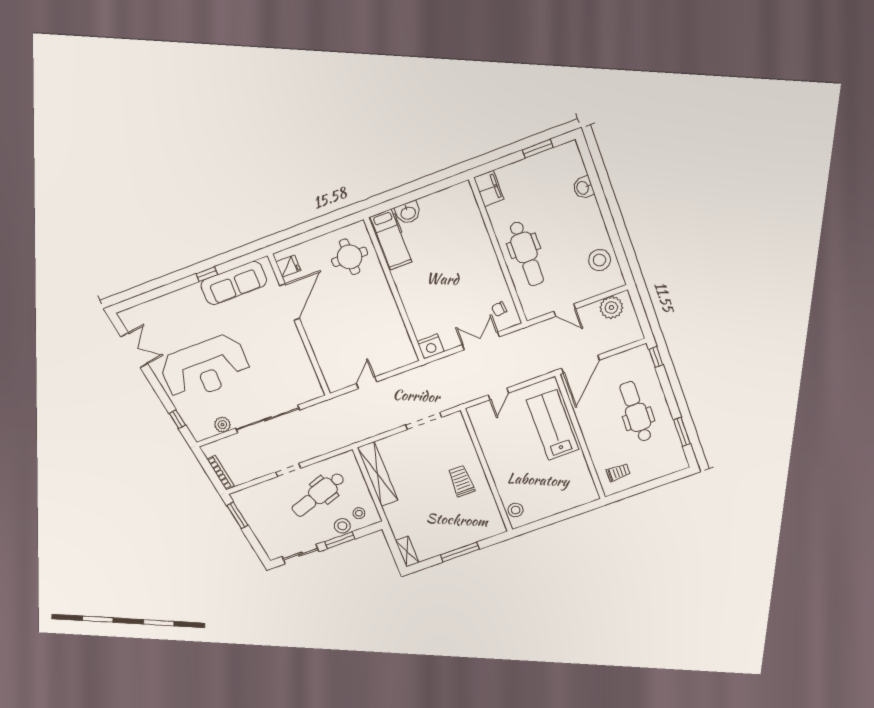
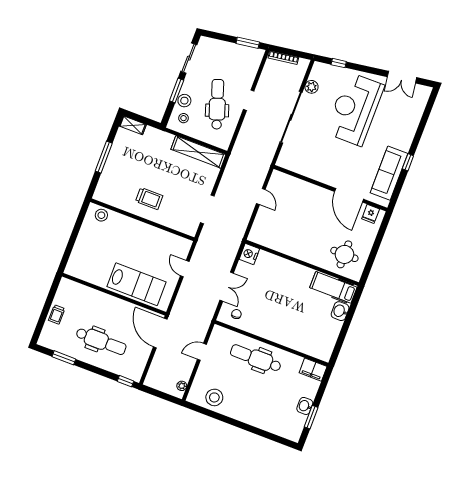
washbasin: (583, 188) -> (305, 406), moved, turned -90
plant: (611, 308) -> (182, 386), width x0.53, depth x0.53
trolley: (618, 472) -> (57, 315), moved

